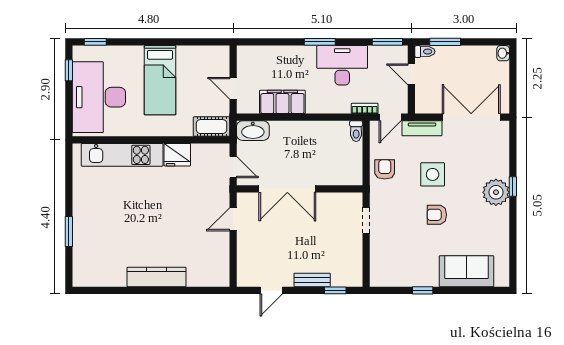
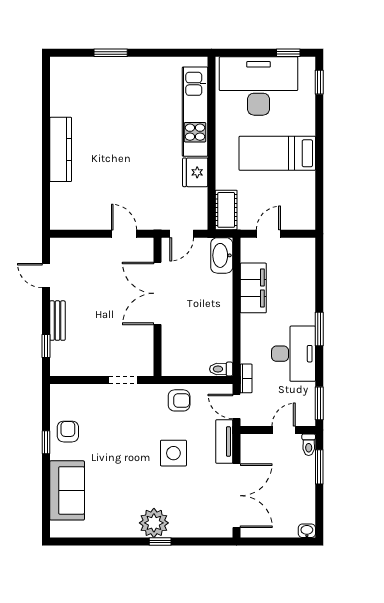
armchair: (437, 215) -> (68, 432), moved

